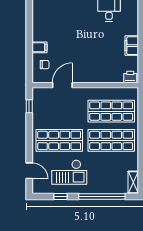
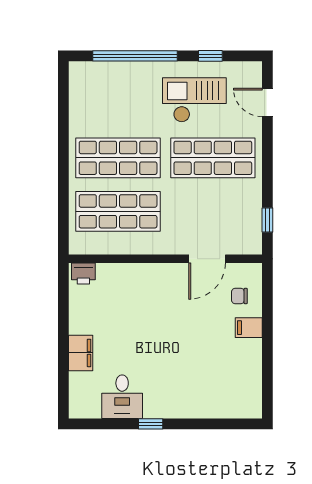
filing cabinet: (132, 46) -> (81, 353), moved
shelving: (133, 182) -> (78, 82), removed

